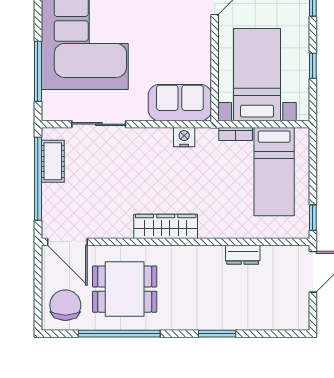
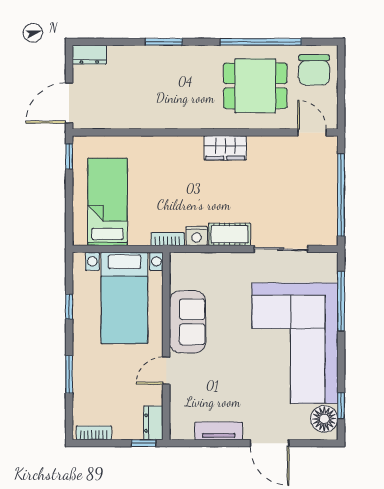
sofa: (180, 103) -> (188, 322), moved, turned -90
bookcase: (236, 134) -> (168, 239), moved
cot: (53, 161) -> (230, 234), moved, turned 90
wardrobe: (166, 226) -> (225, 148), width x0.67
door: (67, 242) -> (312, 132), width x0.73
dresser: (243, 255) -> (89, 55), moved, turned 180

